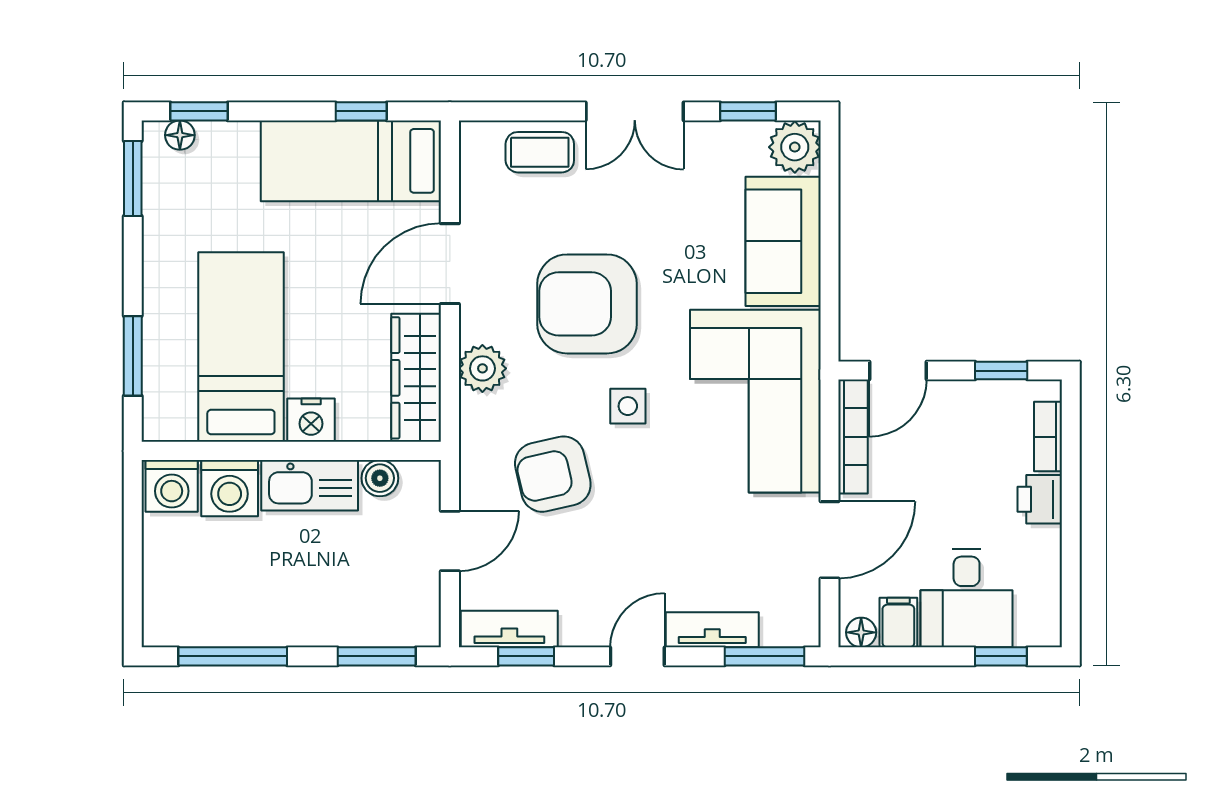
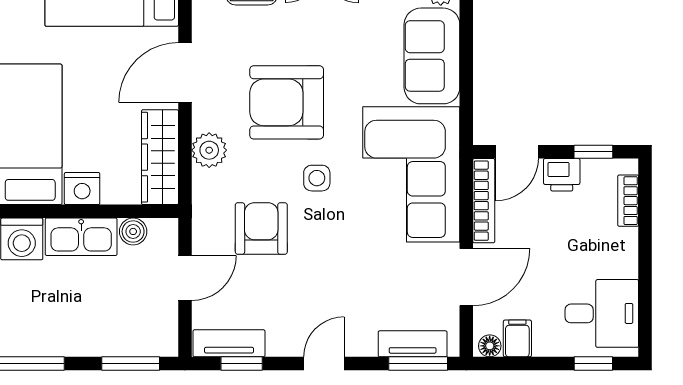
armchair: (553, 474) -> (261, 228), turned 103
printer: (1040, 499) -> (562, 175), moved, turned -90
desk: (967, 598) -> (602, 313), moved, turned -90
tv unit: (712, 630) -> (413, 344), moved

